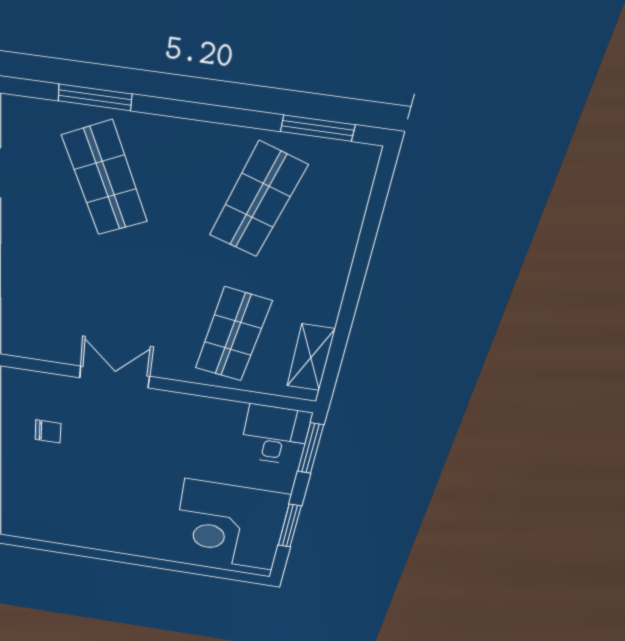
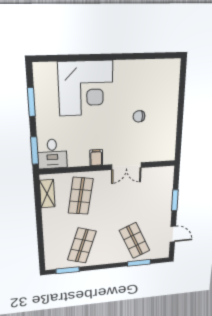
filing cabinet: (181, 408) -> (96, 158), added
chair: (48, 431) -> (139, 116), moved
corner desk: (230, 526) -> (86, 88), moved, turned 90

